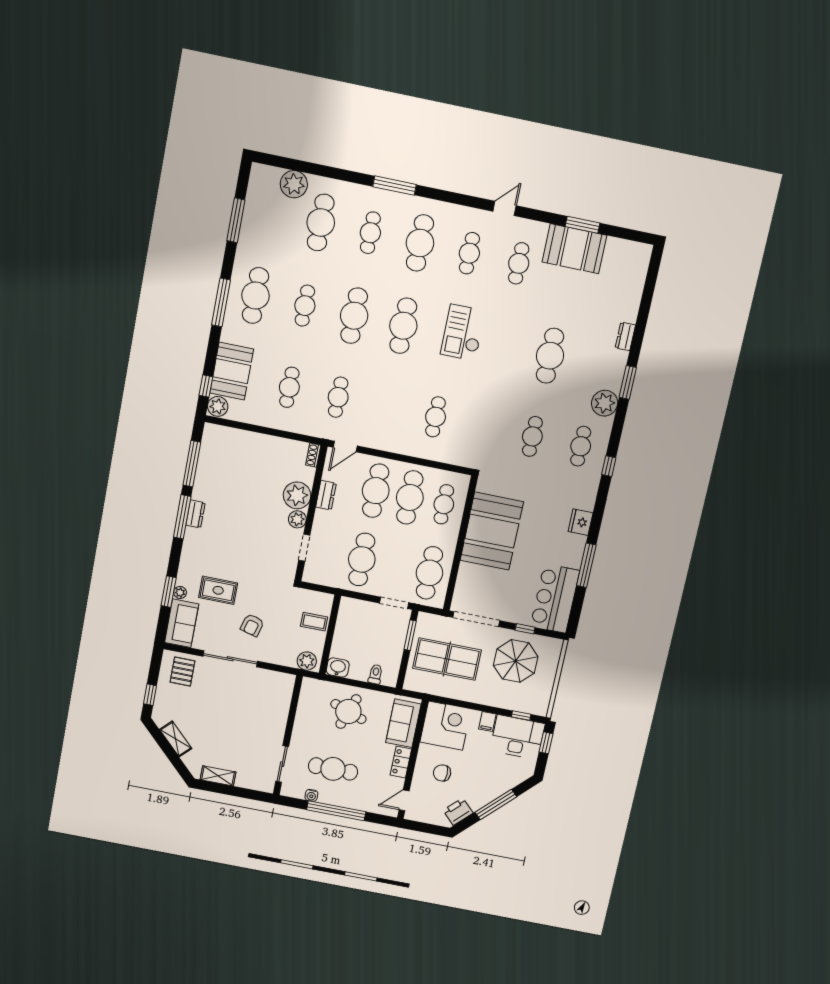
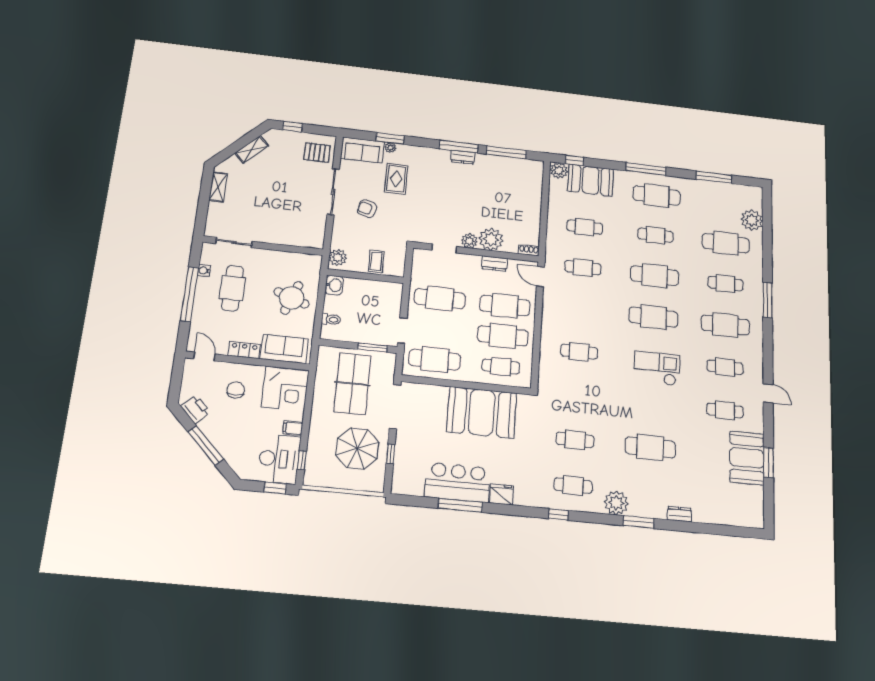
bar counter: (555, 598) -> (458, 482), moved

